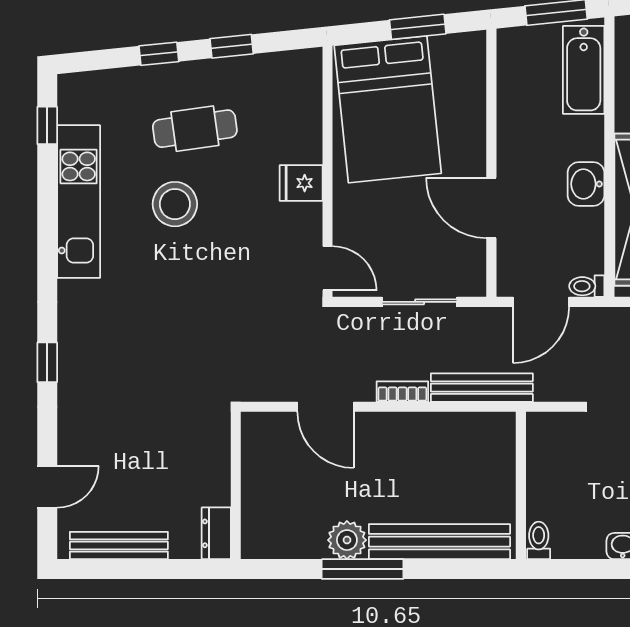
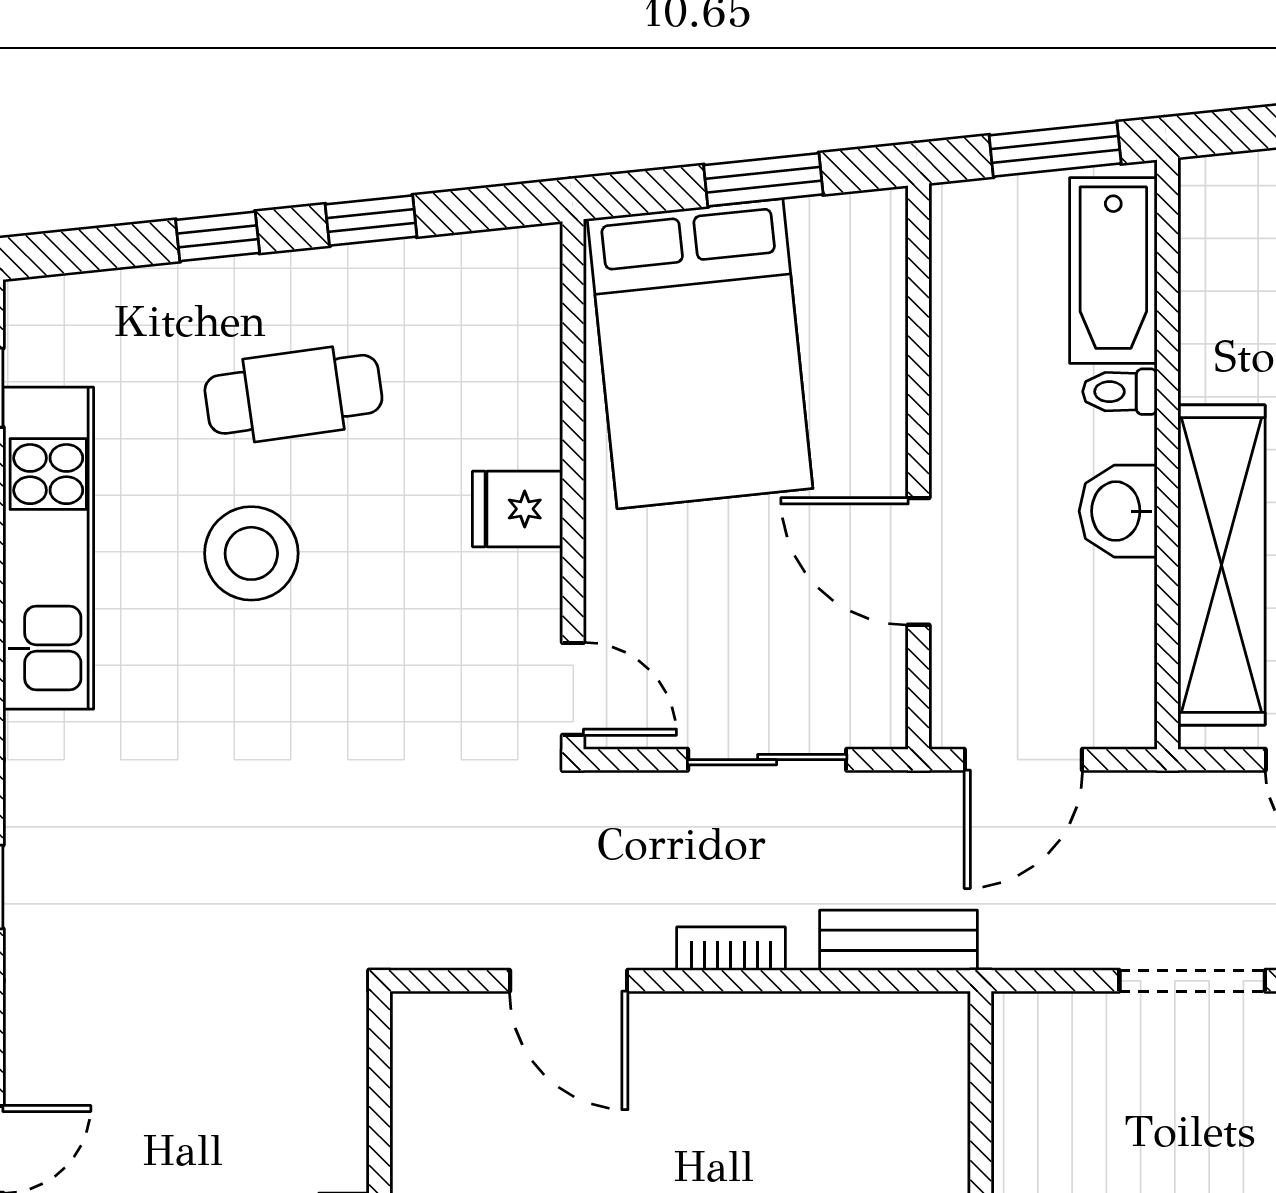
toilet: (587, 286) -> (1120, 392), moved
bench: (482, 388) -> (898, 940), width x0.73

